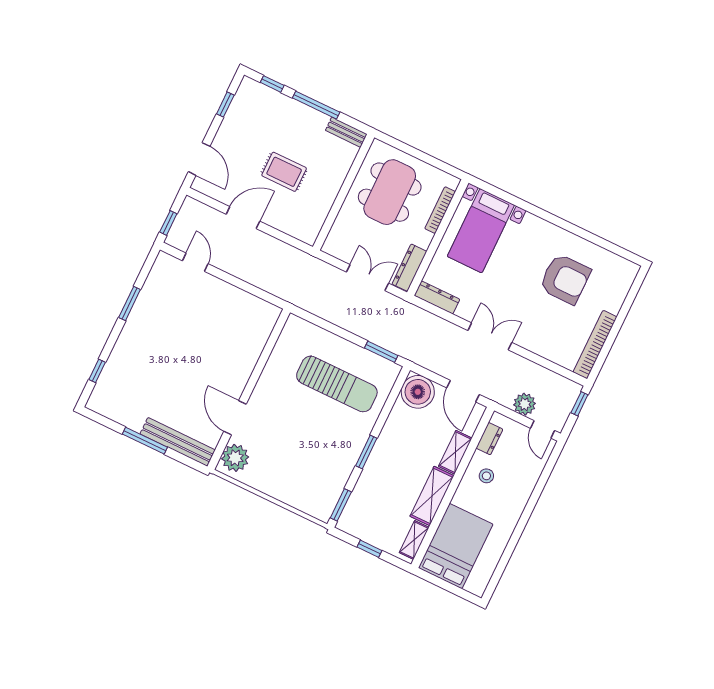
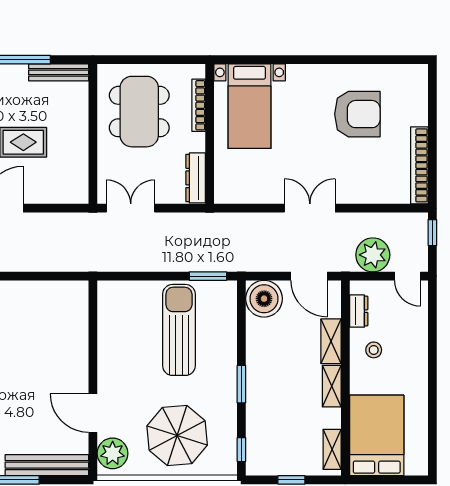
bench: (346, 132) -> (59, 72), width x1.36
double door: (367, 278) -> (131, 208), moved
dresser: (437, 297) -> (238, 195), removed
sun lounger: (337, 384) -> (179, 330), turned -90
plant: (525, 404) -> (373, 255), width x1.36, depth x1.36
parasol: (294, 469) -> (177, 435), added
shelving: (432, 496) -> (332, 386), width x0.67, depth x0.75
window: (341, 505) -> (241, 450), width x0.67

